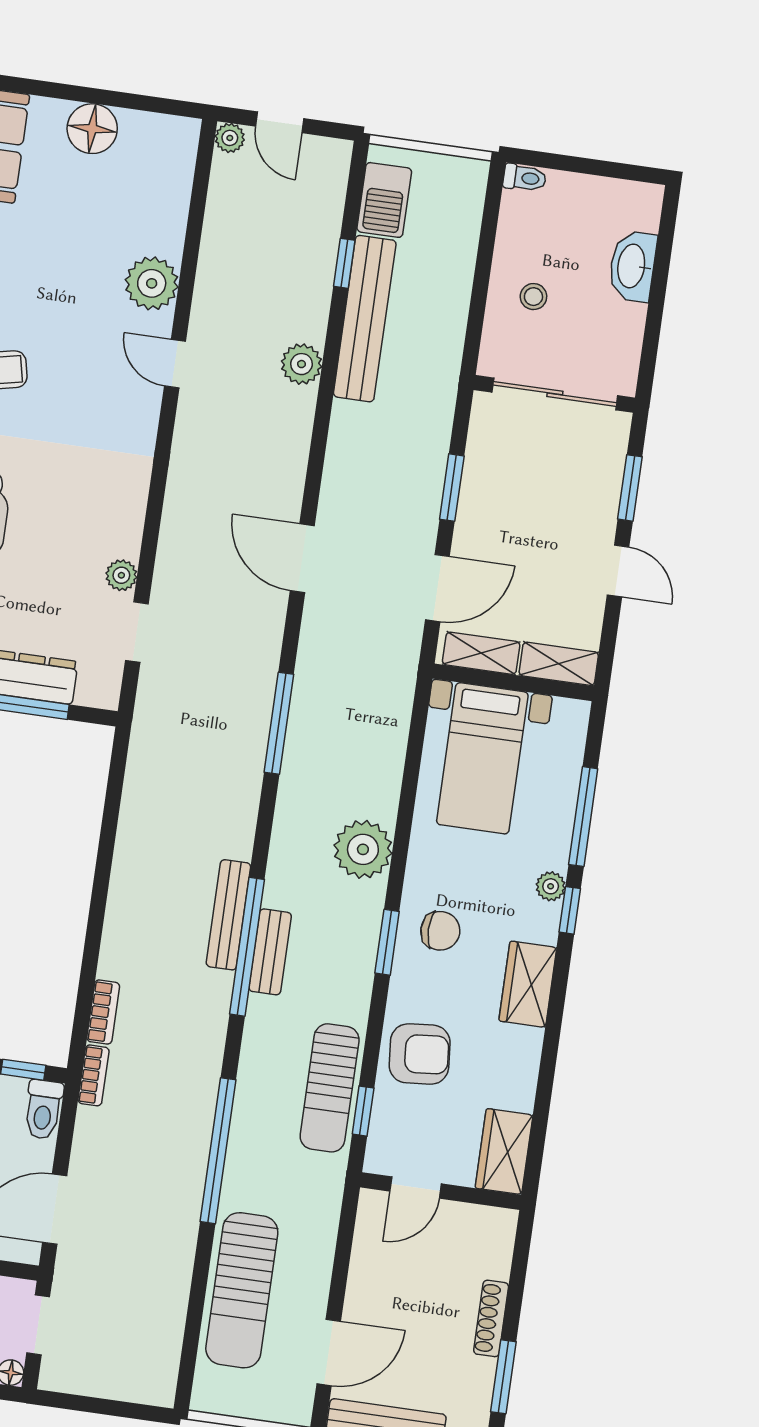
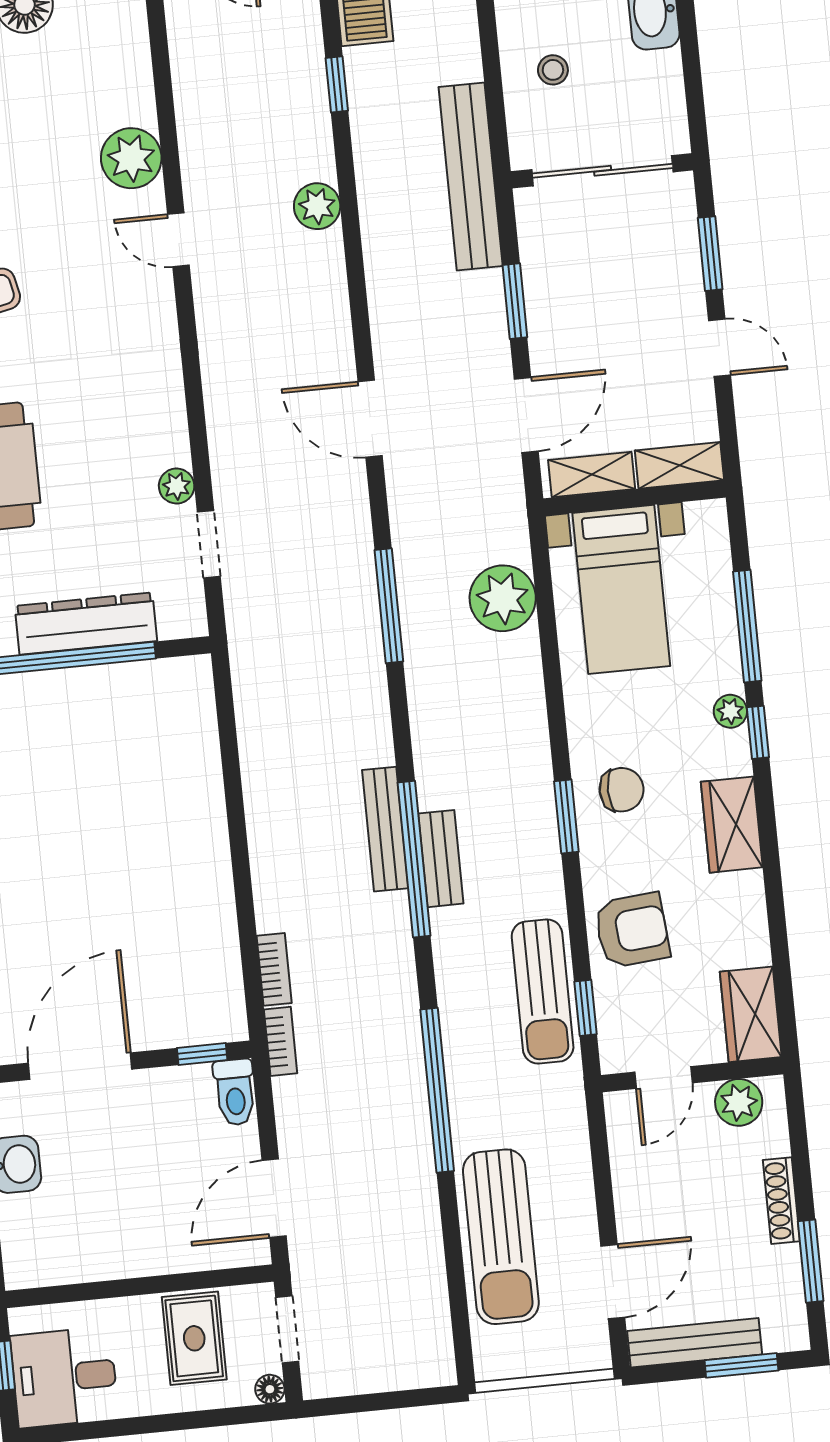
bench: (365, 319) -> (471, 176), moved
plant: (363, 849) -> (503, 598), moved
plant: (475, 1225) -> (739, 1102), added

